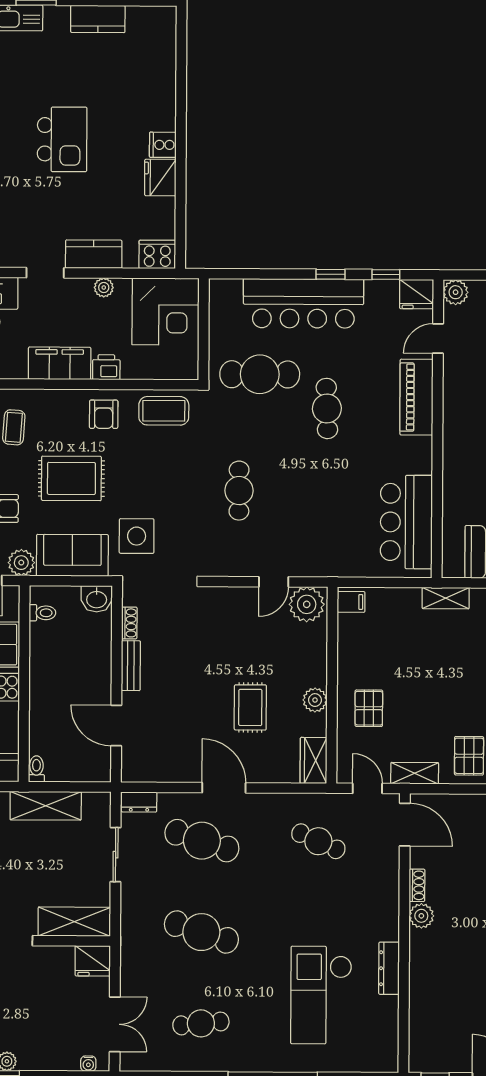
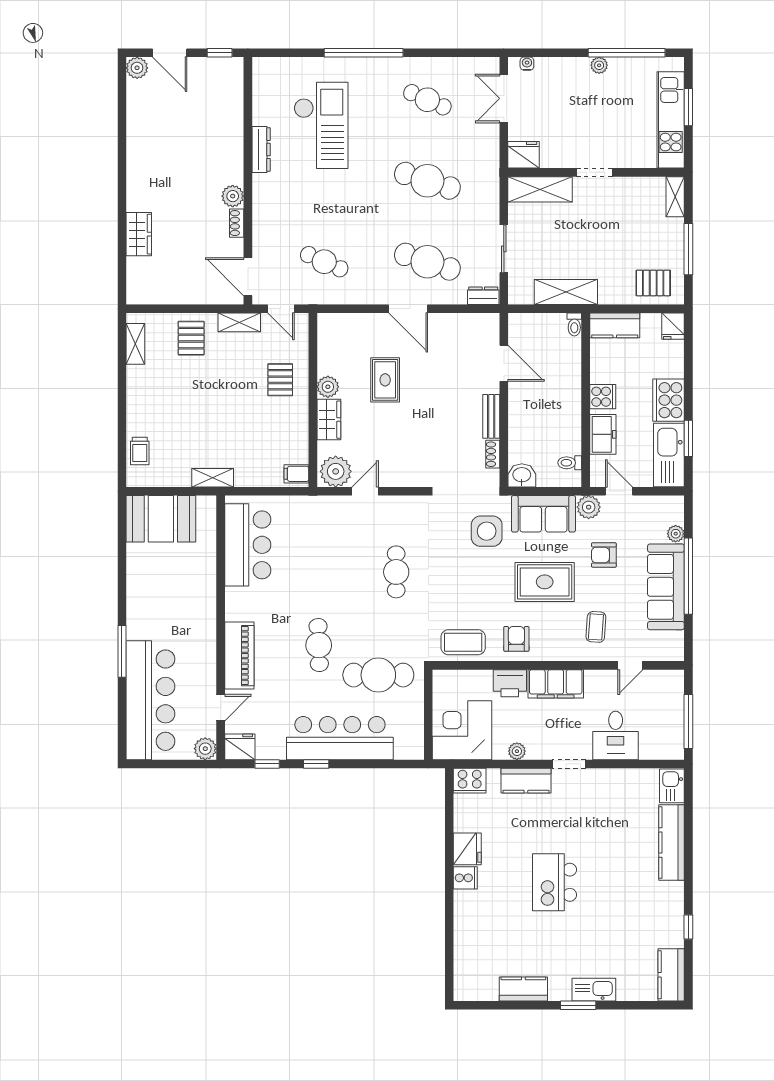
printer: (106, 367) -> (510, 683), width x1.36, depth x1.24
wardrobe: (314, 760) -> (329, 420), moved
cafe table: (201, 1023) -> (427, 100), turned 30

